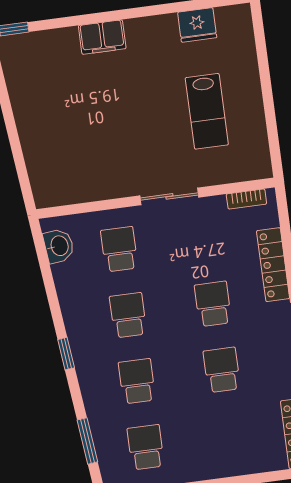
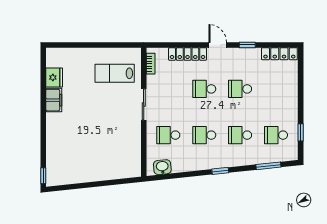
filing cabinet: (102, 37) -> (54, 100), moved
lab bench: (207, 111) -> (115, 73), moved, turned 180

